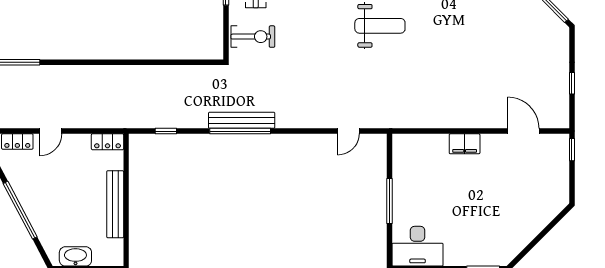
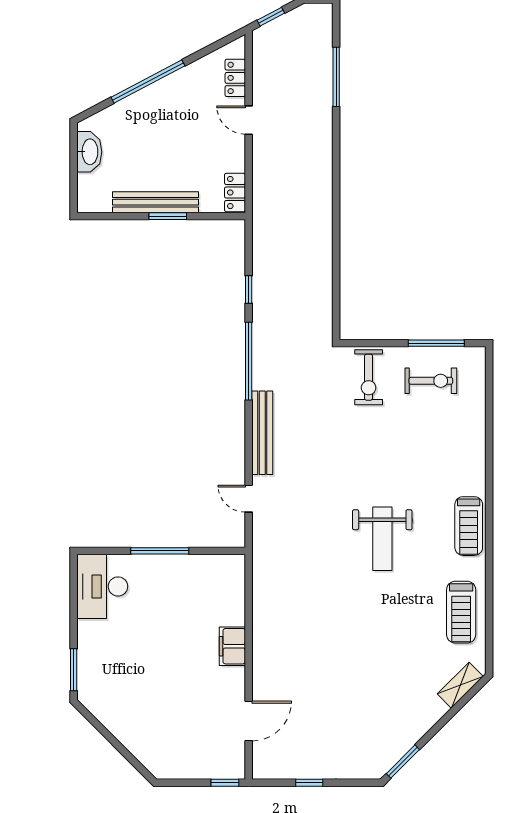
bench: (242, 120) -> (262, 433), moved
window: (166, 131) -> (249, 289), moved
window: (126, 195) -> (168, 216), added

